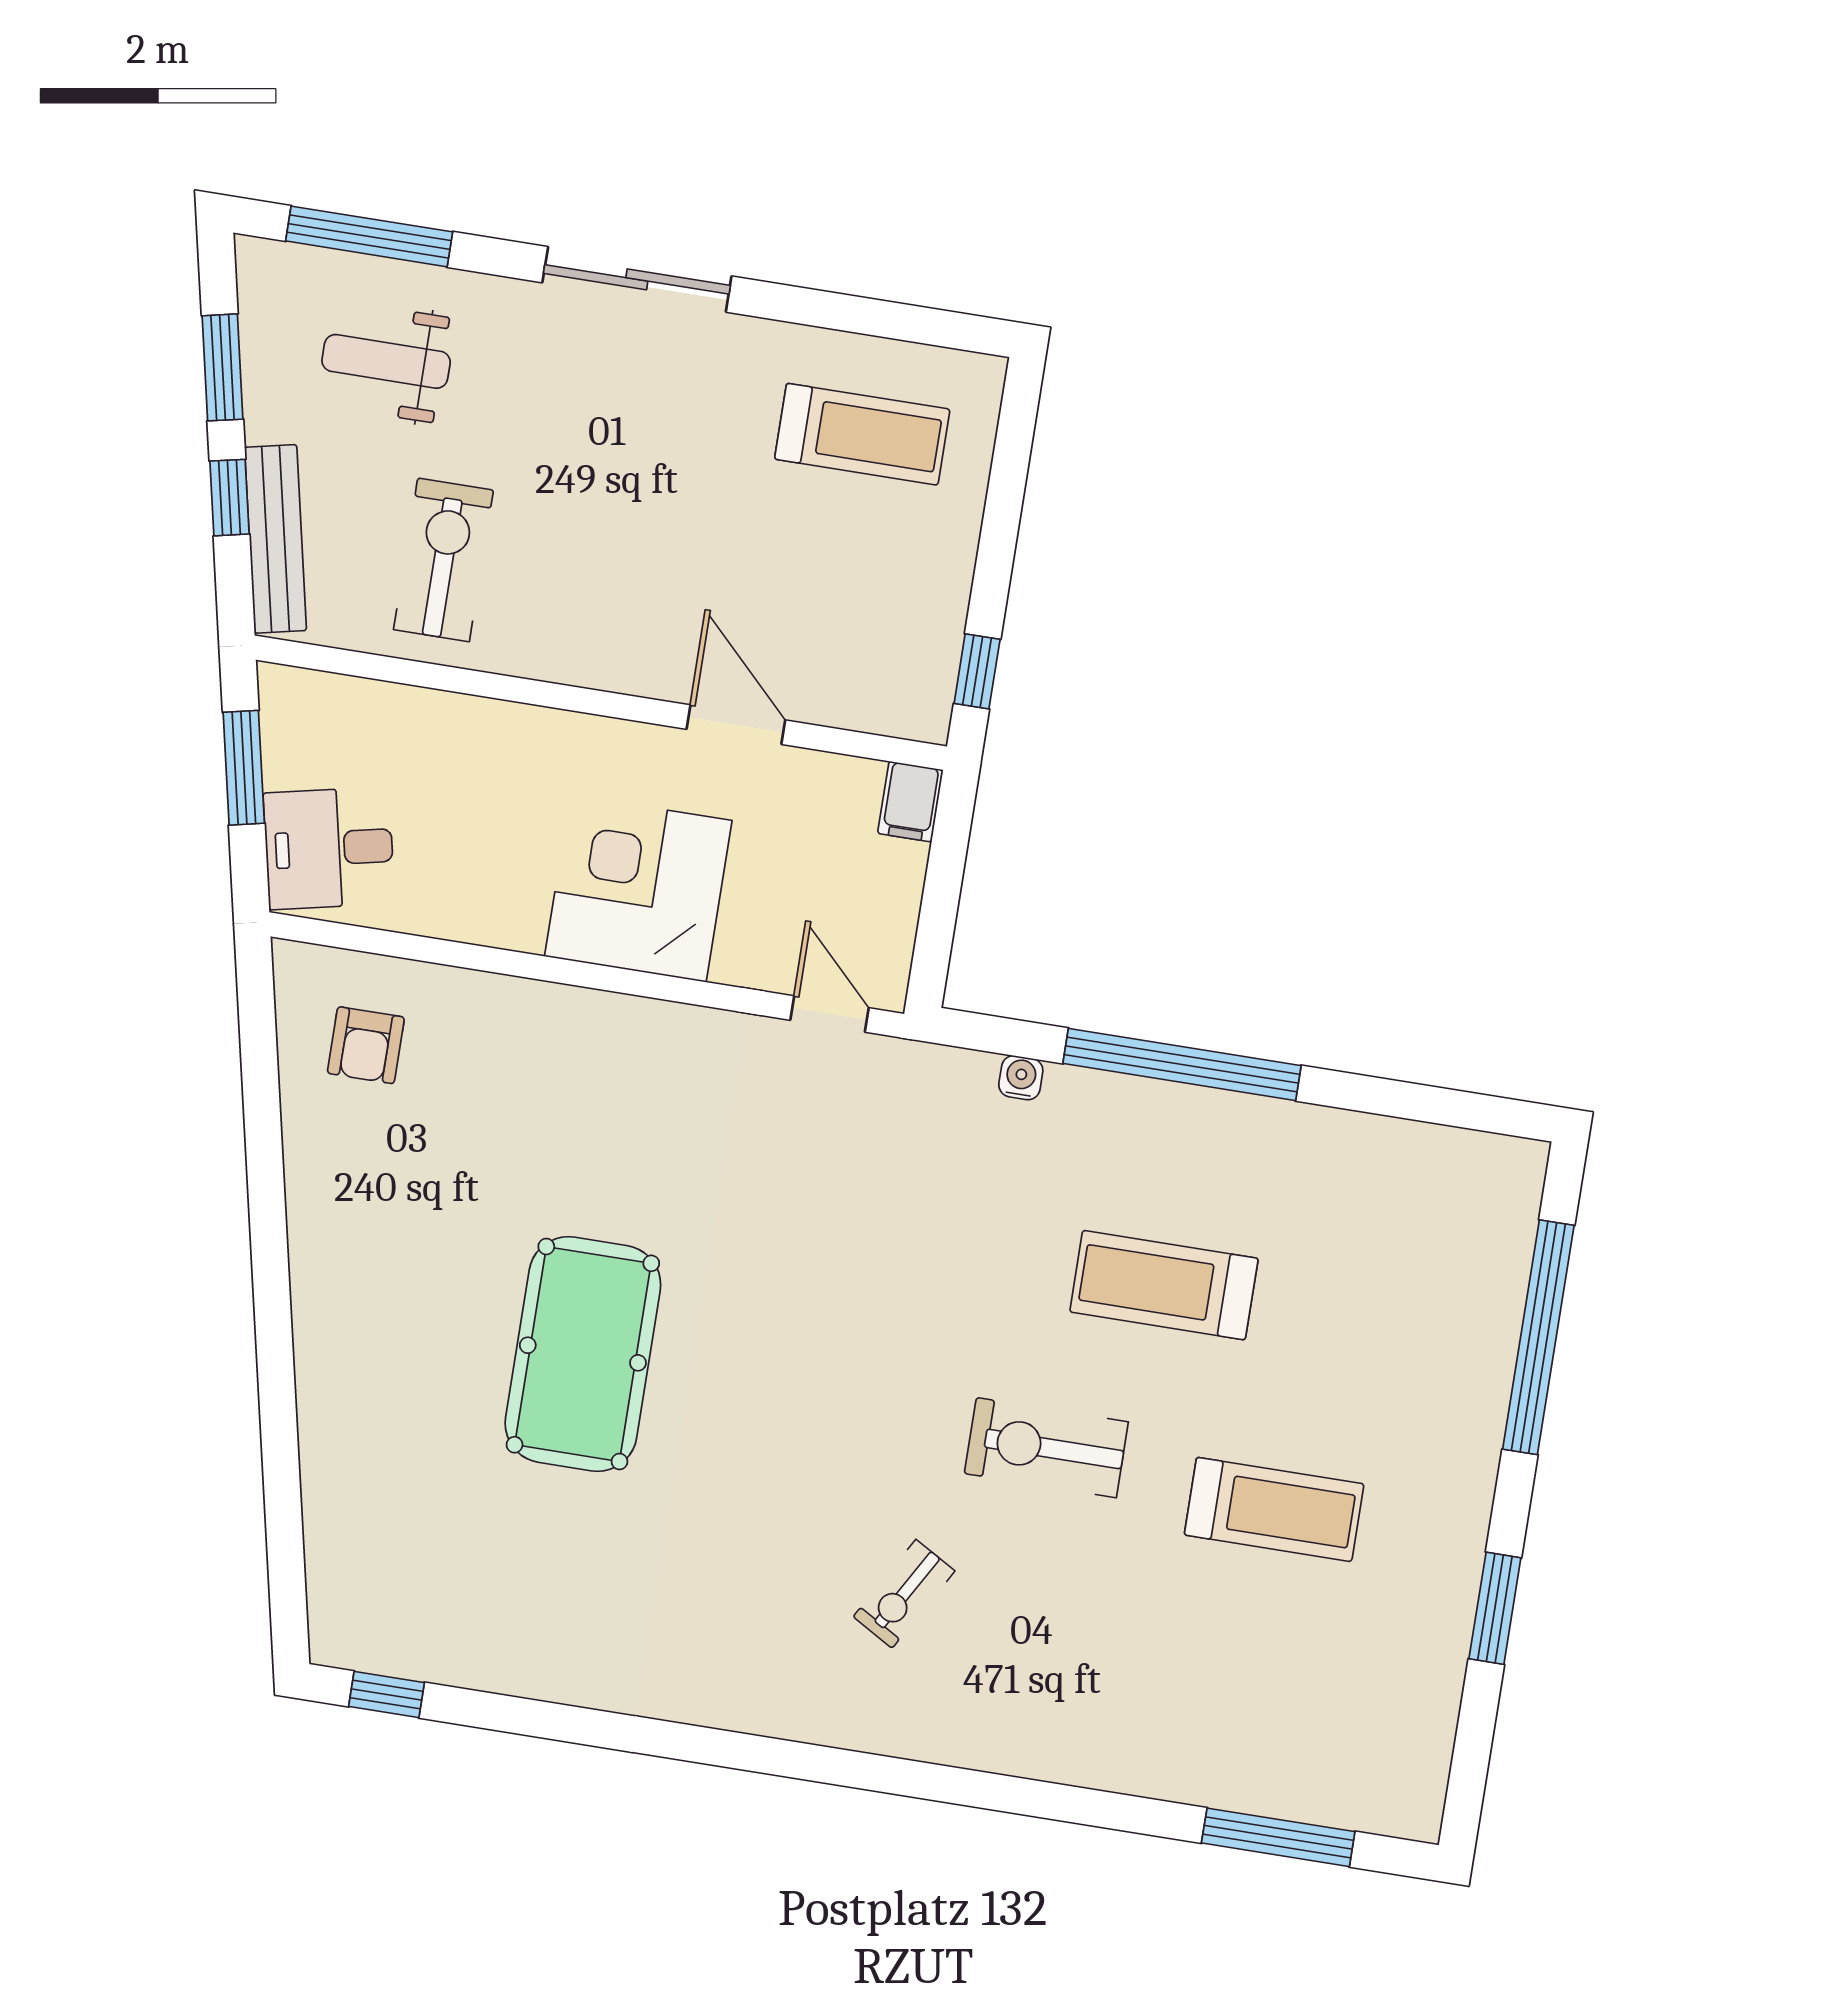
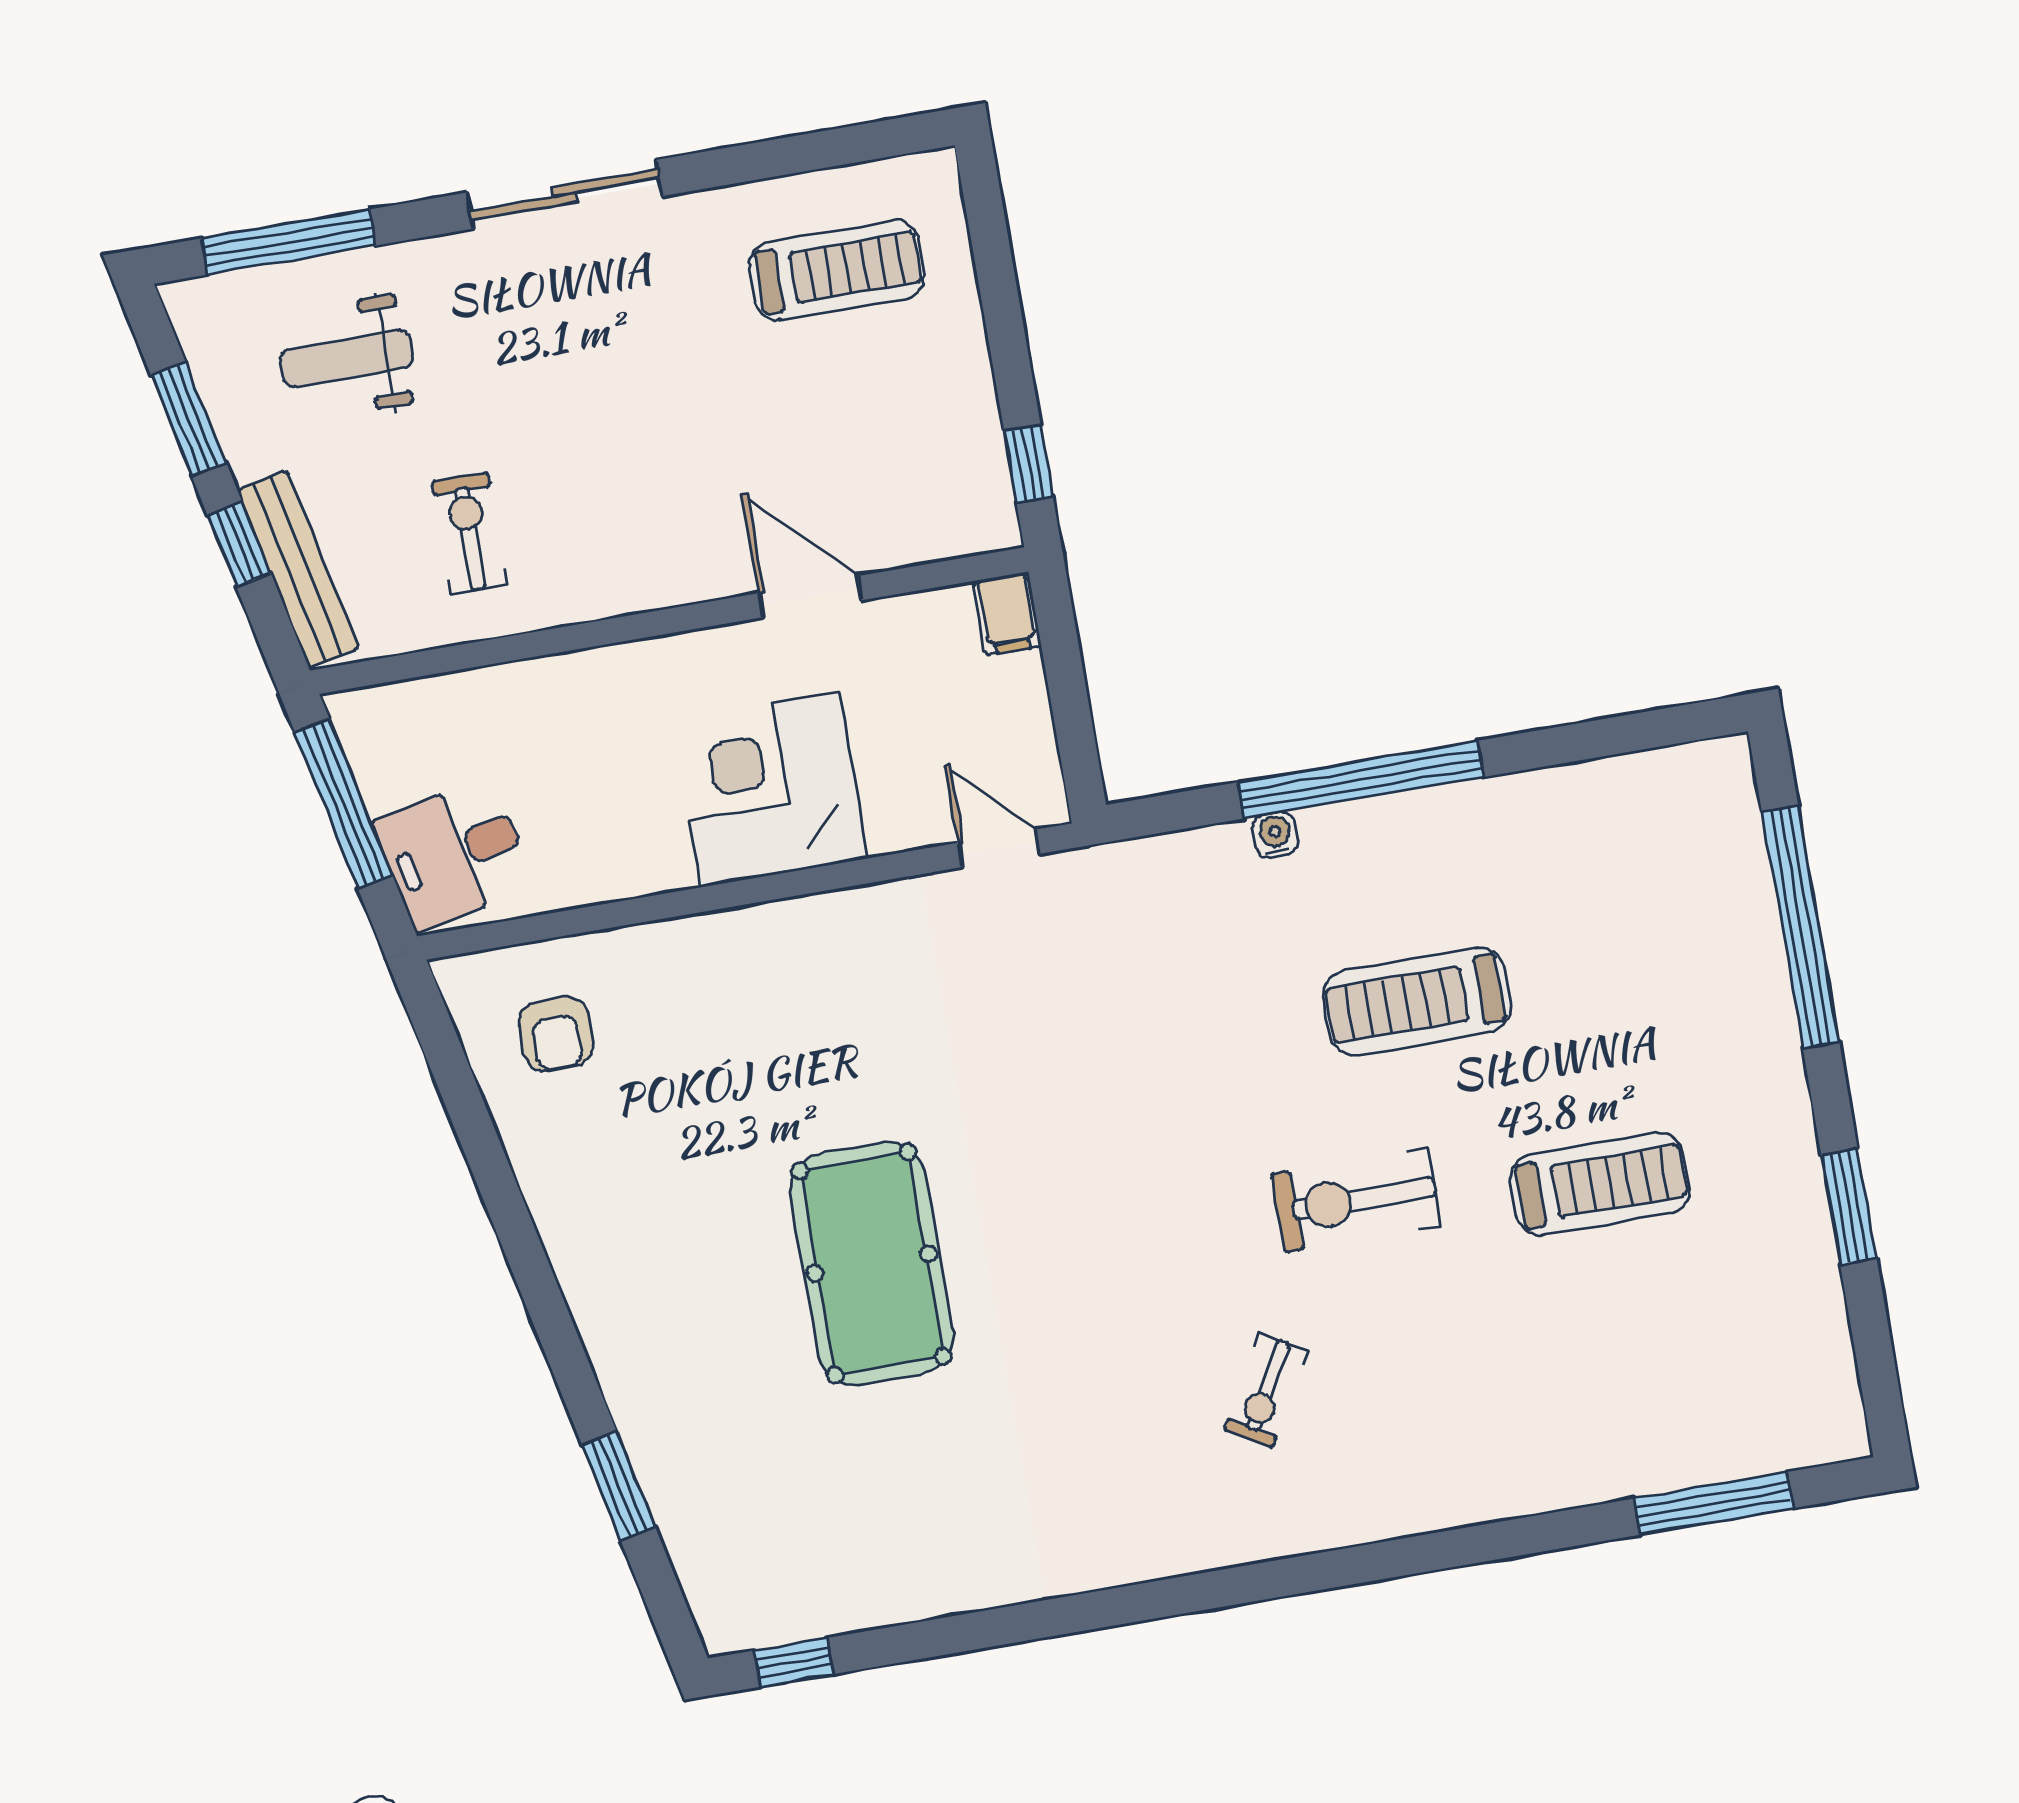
exercise bike: (443, 560) -> (469, 533), width x0.73, depth x0.72
window: (244, 768) -> (344, 804), width x1.44
water cooler: (1021, 1078) -> (1275, 835), moved
window: (282, 1478) -> (619, 1486), added

